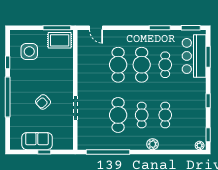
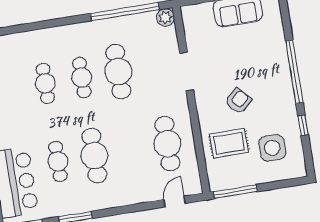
door: (96, 28) -> (174, 201), hinge flipped
rug: (60, 40) -> (229, 143), moved
cafe table: (118, 65) -> (167, 144), moved
armchair: (43, 102) -> (238, 101), moved
plant: (153, 144) -> (165, 17), moved

